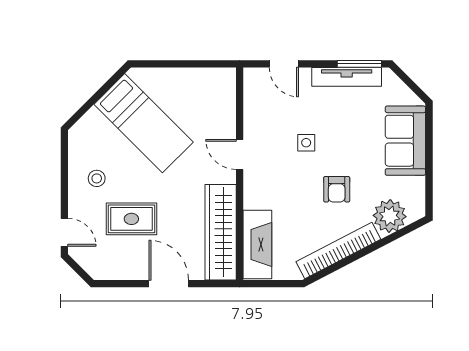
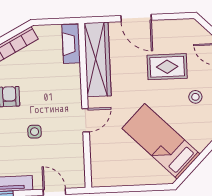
door: (240, 154) -> (86, 120), hinge flipped
fireplace: (257, 244) -> (71, 44), width x0.73, depth x0.76

